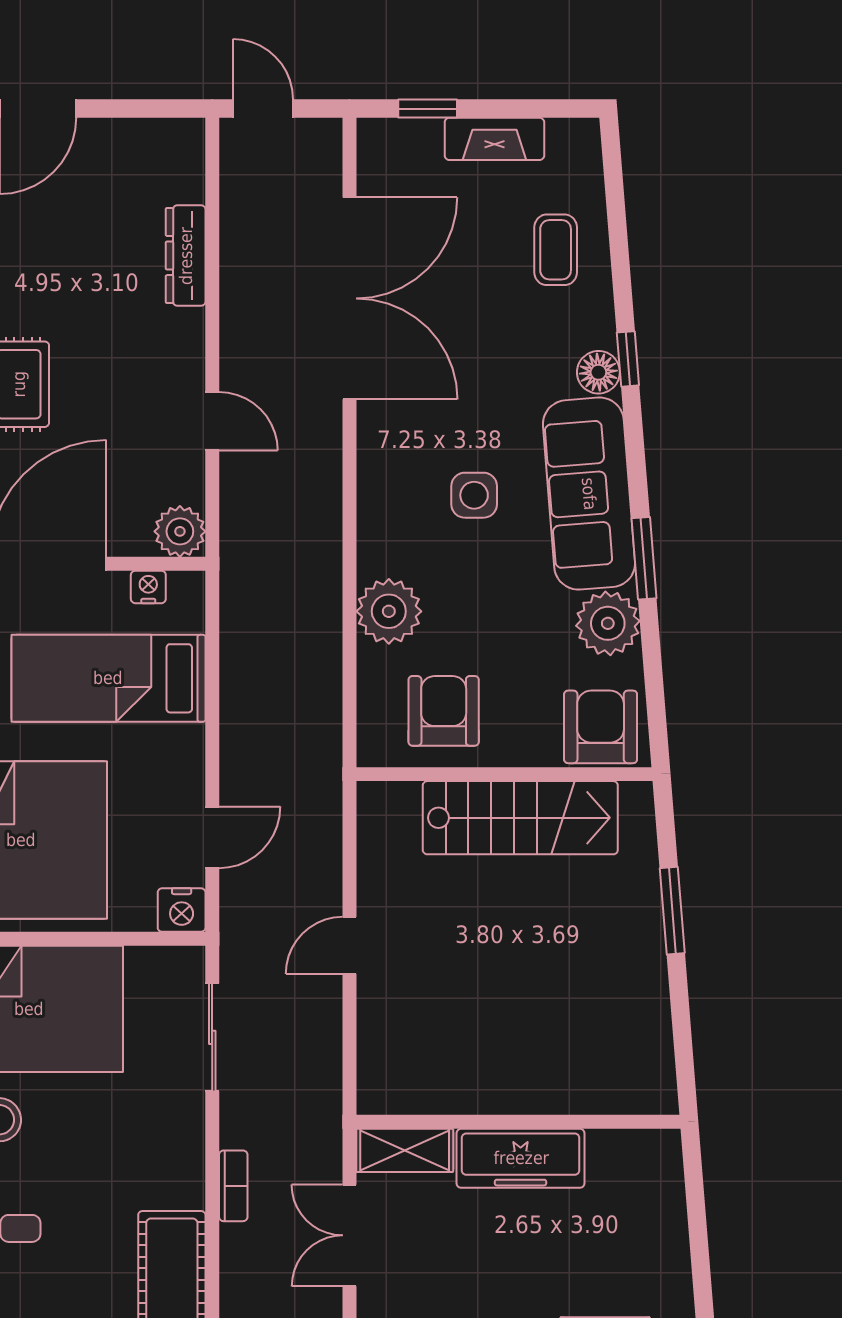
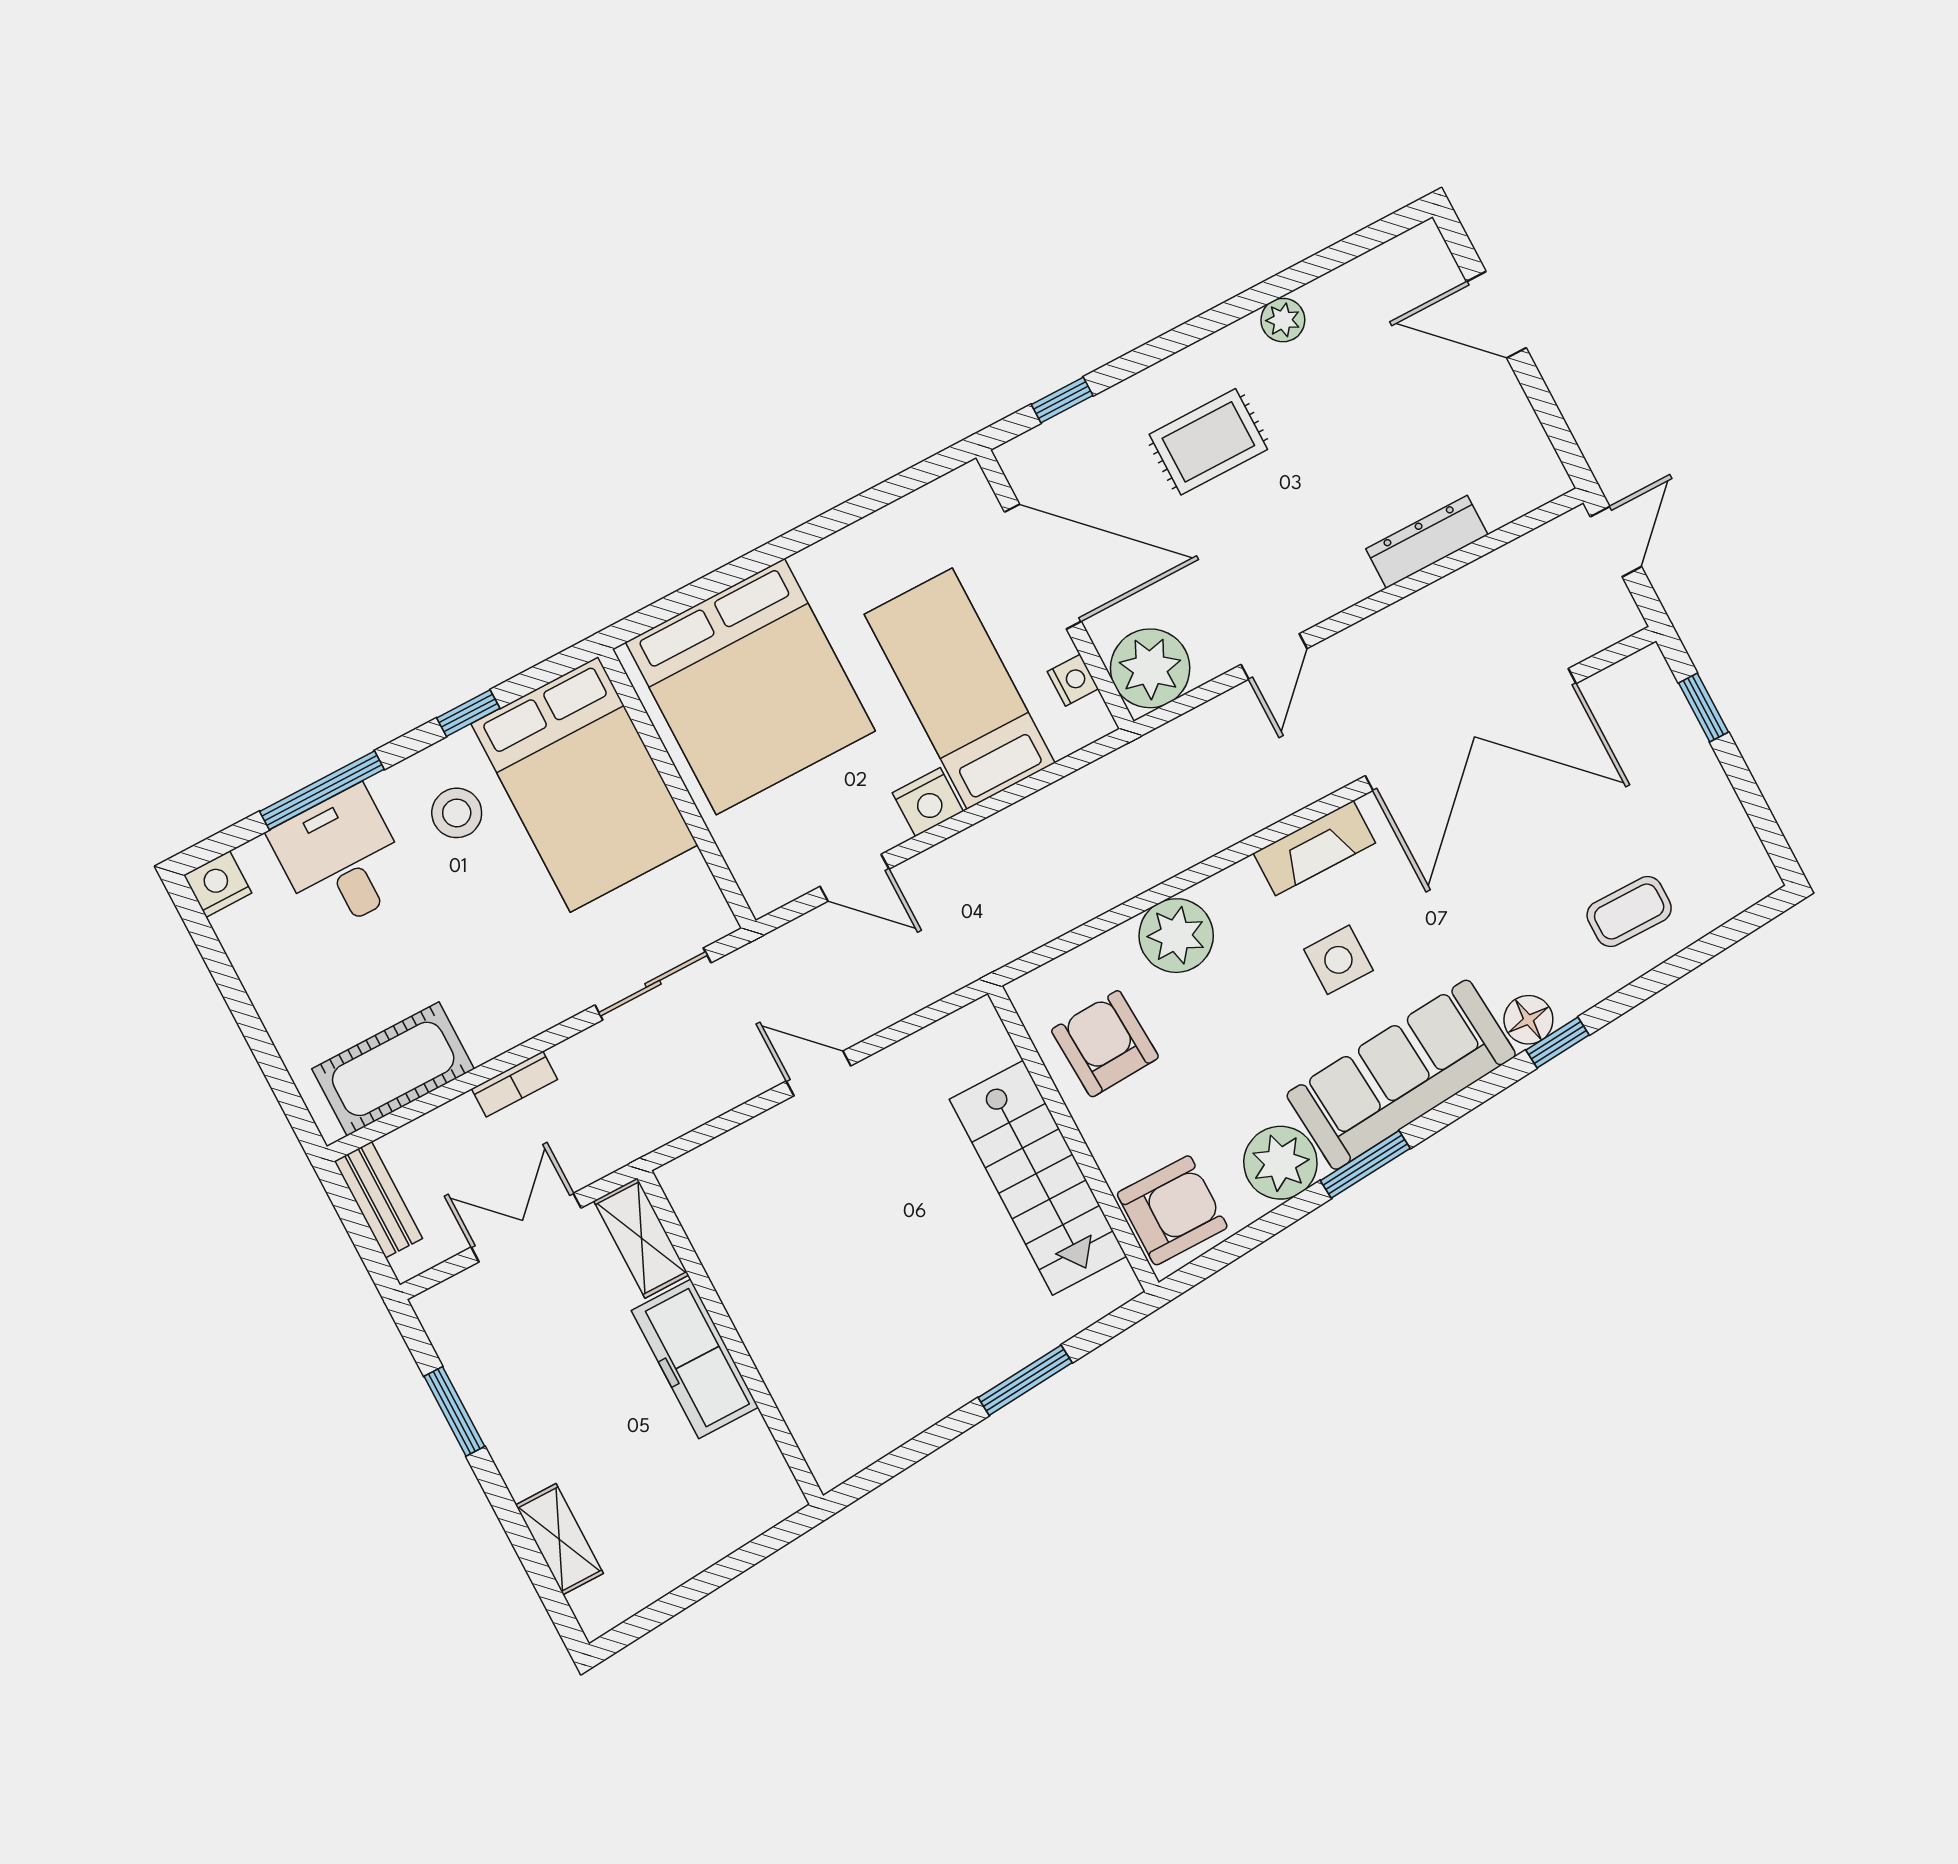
fireplace: (494, 139) -> (1314, 848), moved, turned -90
plant: (180, 531) -> (1150, 668), width x1.36, depth x1.36
armchair: (444, 711) -> (1105, 1044), turned -93
nightstand: (182, 910) -> (928, 802), moved, turned -90

